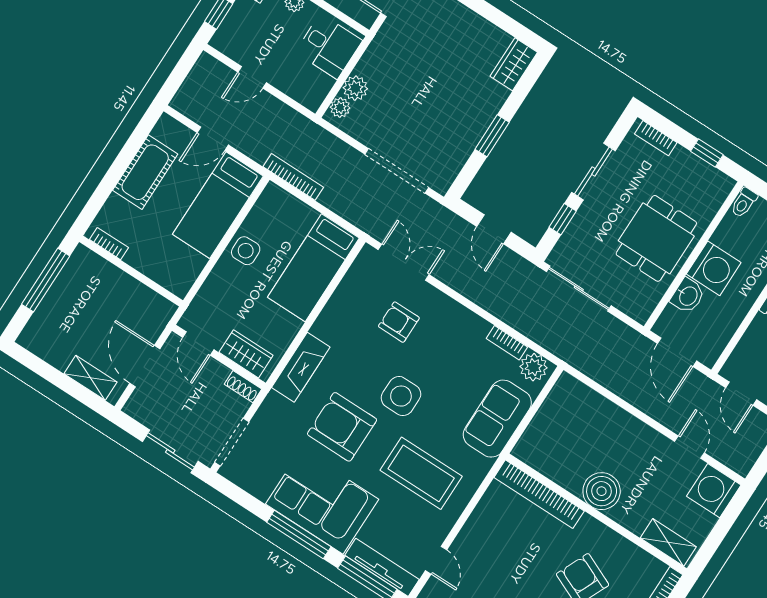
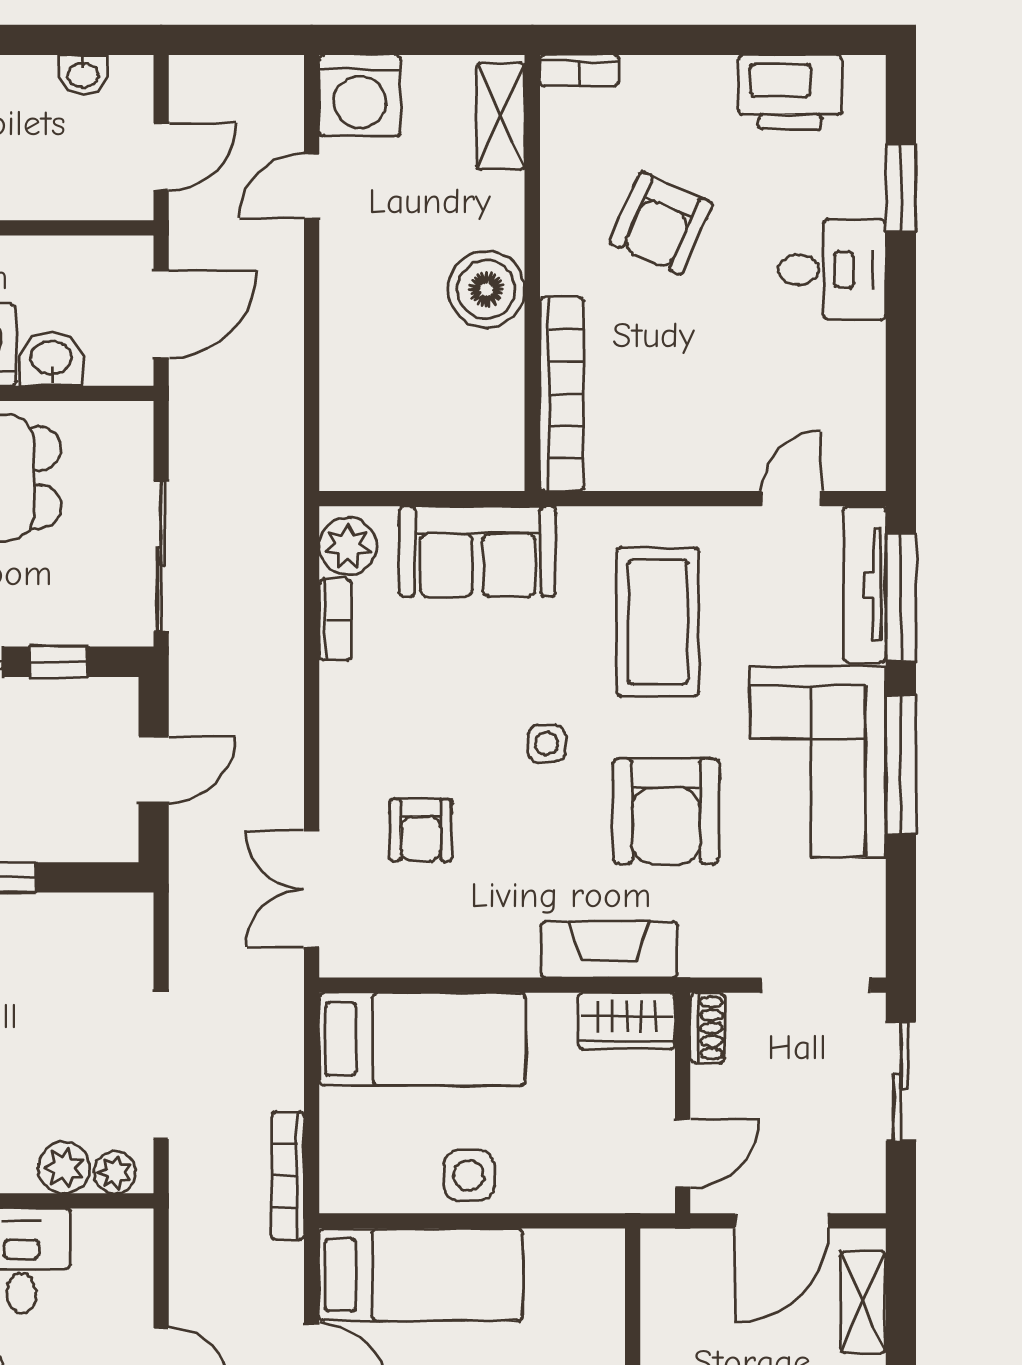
doorway: (397, 171) -> (161, 1065), moved
wardrobe: (246, 354) -> (627, 1021), moved, turned -90
side table: (401, 396) -> (547, 744), width x0.54, depth x0.54

